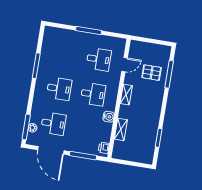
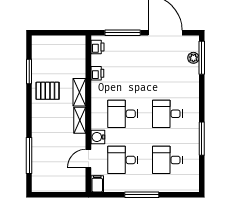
filing cabinet: (121, 44) -> (97, 184), added
pallet: (152, 73) -> (48, 91), moved
water cooler: (109, 117) -> (98, 137), moved
desk: (53, 124) -> (167, 160), moved
printer: (107, 128) -> (97, 73), added
shelving: (121, 129) -> (79, 92), moved

